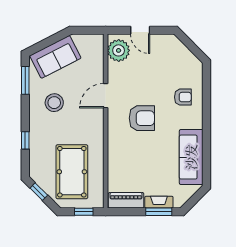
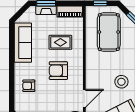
door: (106, 96) -> (84, 98), moved
rug: (139, 157) -> (60, 42), added

